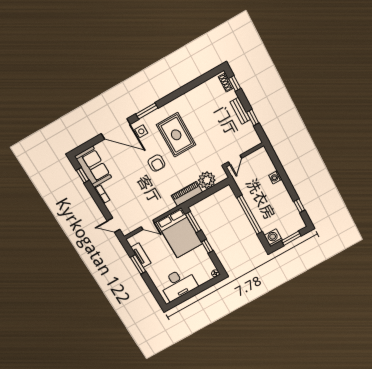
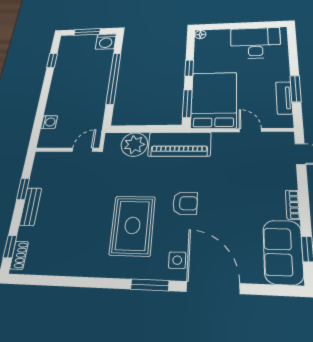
armchair: (156, 163) -> (185, 203), turned 90
washing machine: (275, 177) -> (49, 122), moved
piano: (187, 194) -> (179, 144), width x1.37, depth x1.33

